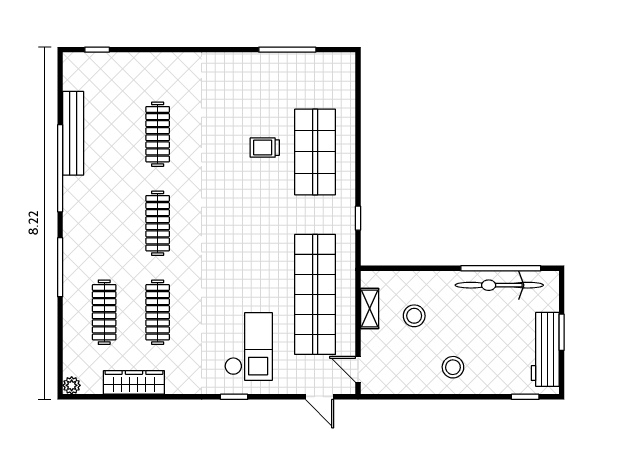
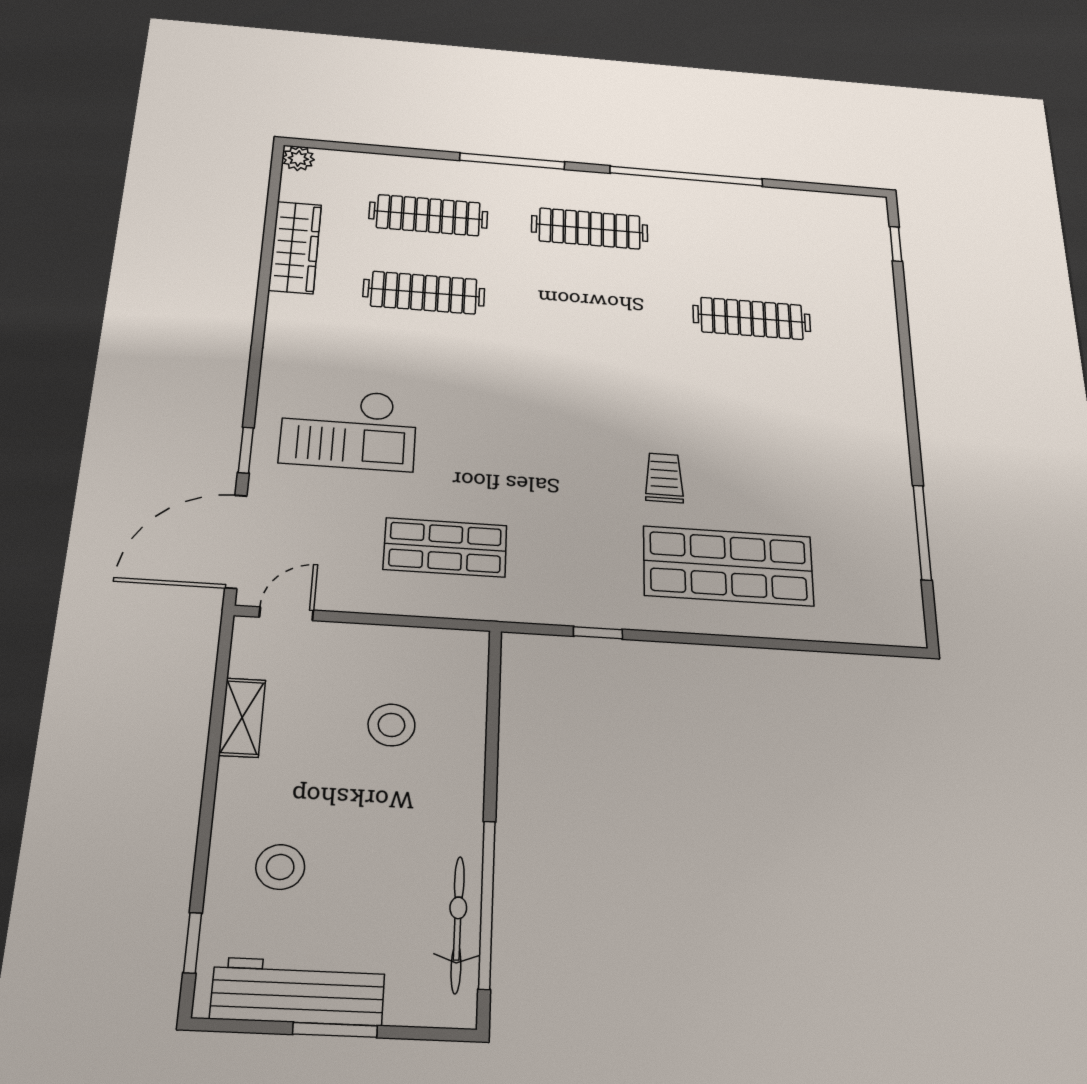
bench: (73, 133) -> (748, 199), removed
trolley: (265, 148) -> (664, 478), moved
clothes rail: (158, 223) -> (590, 229), moved
bicycle: (499, 285) -> (458, 924), width x0.73, depth x0.71
shop shelf: (315, 294) -> (445, 547), width x0.50, depth x0.74
shelving: (370, 309) -> (242, 717), moved, turned 90
stool: (453, 367) -> (280, 867), moved
window: (234, 397) -> (246, 450), moved
door: (319, 397) -> (236, 541), width x1.87

